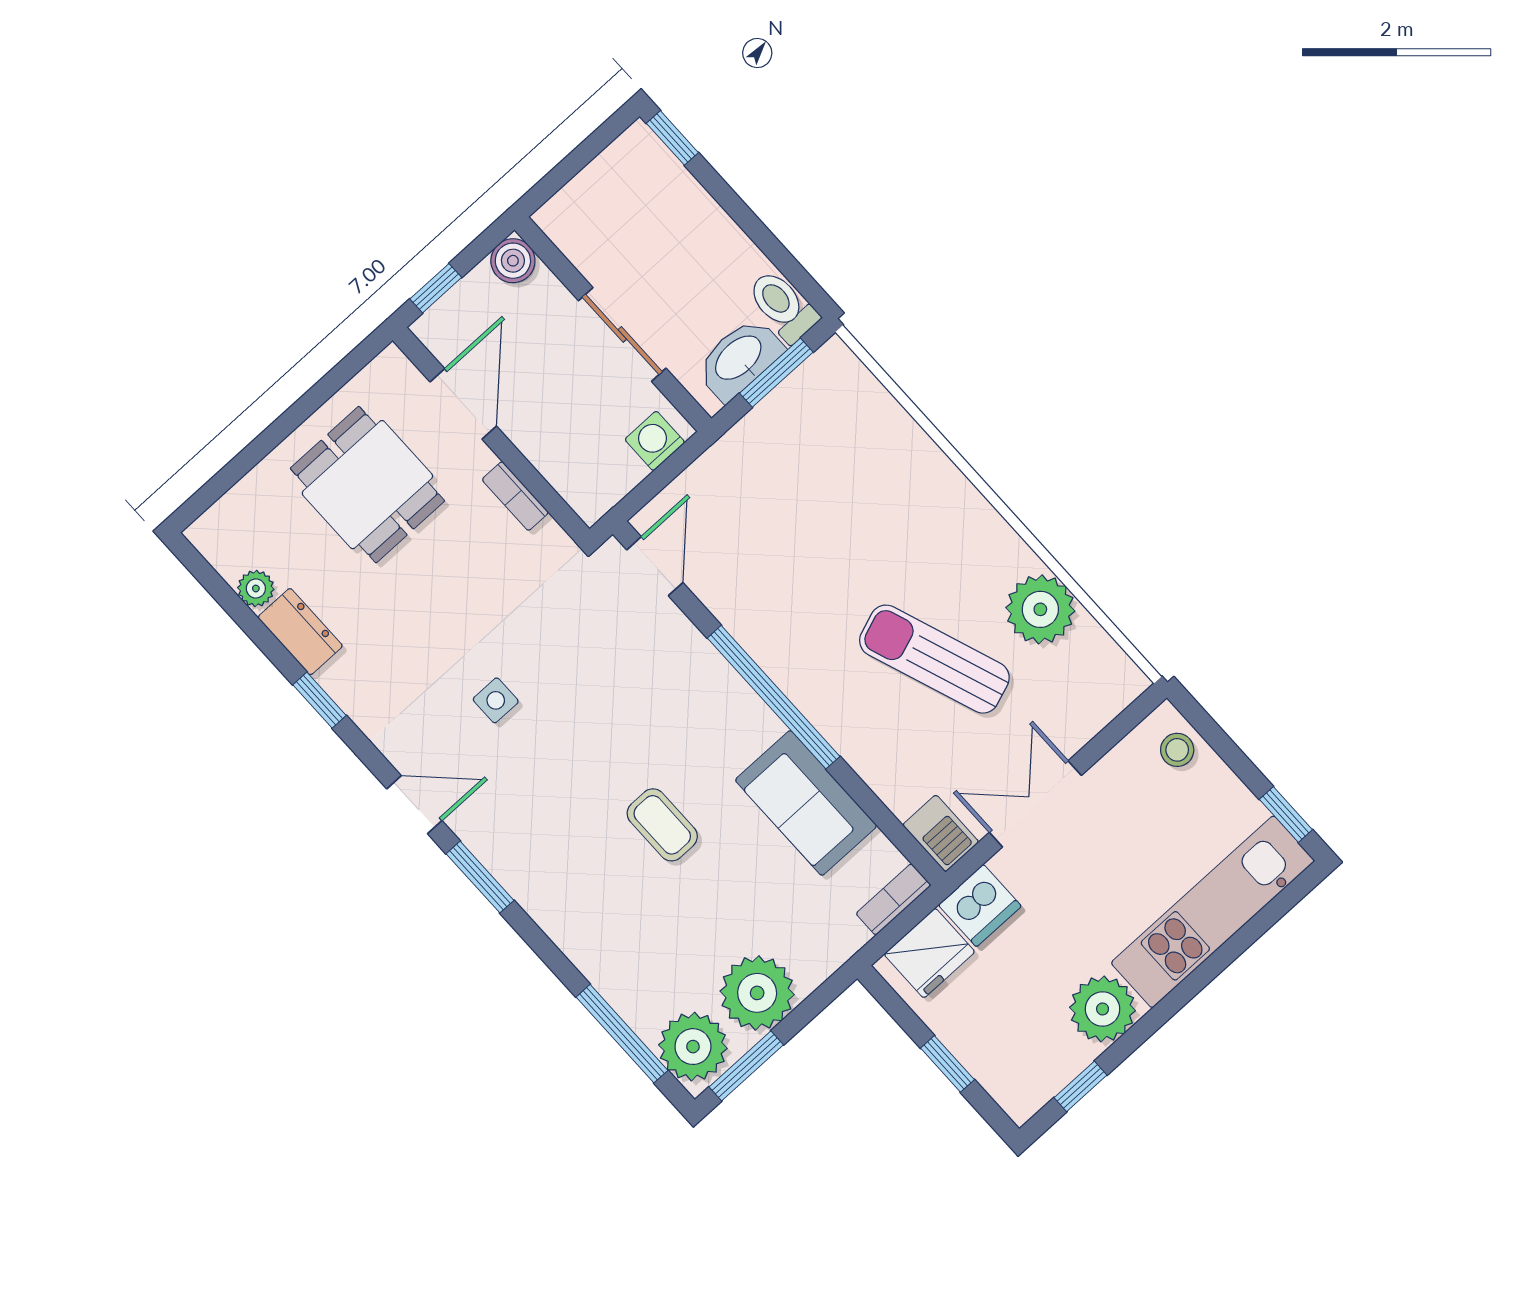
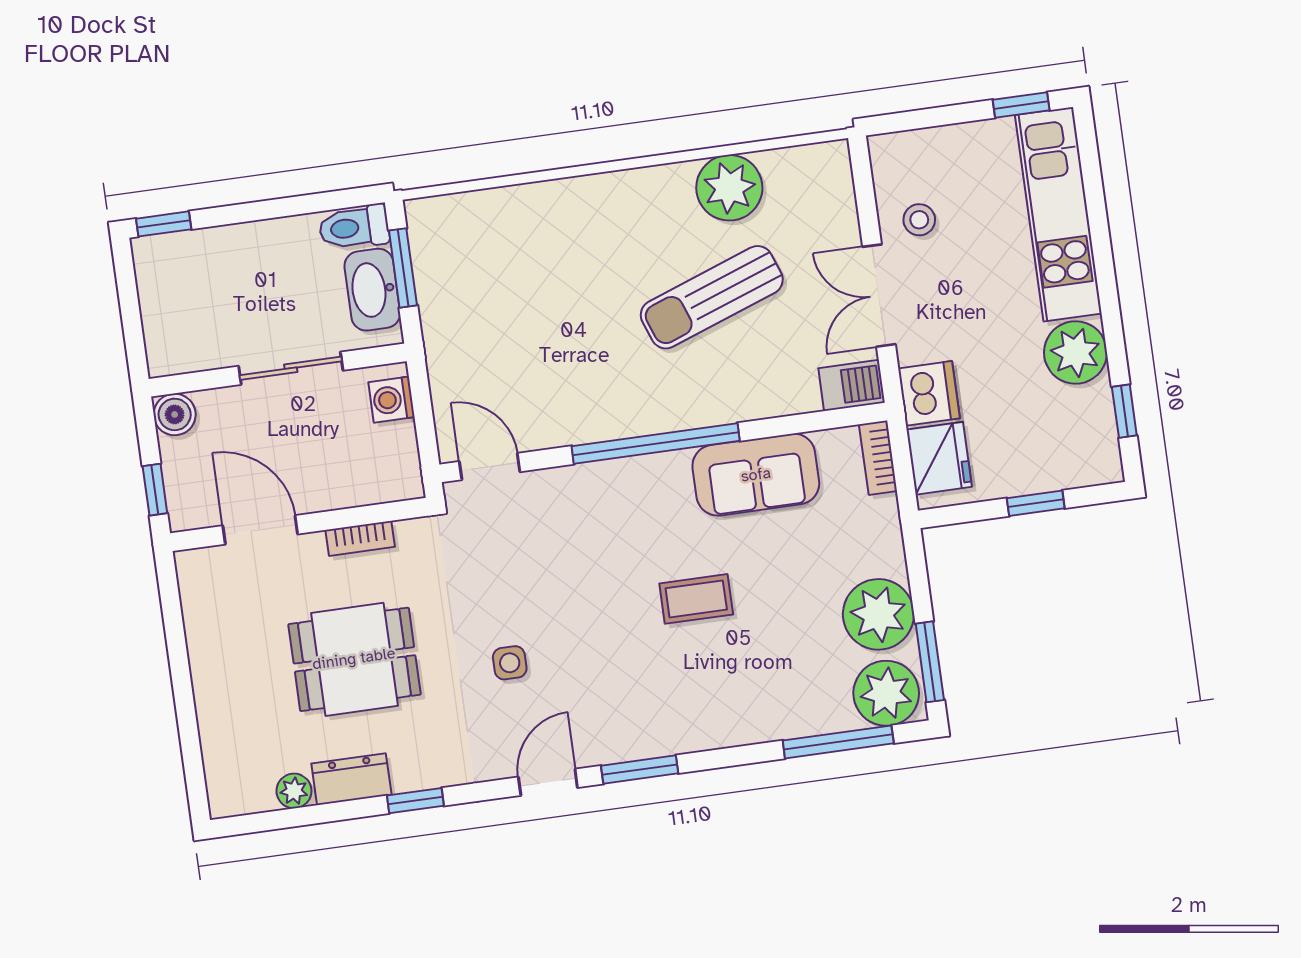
dining table: (367, 485) -> (354, 659), moved
stool: (1177, 750) -> (919, 220), moved

